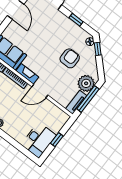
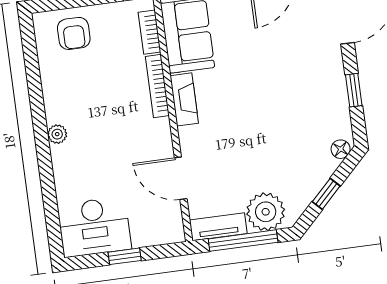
window: (98, 49) -> (326, 194), moved
armchair: (70, 58) -> (280, 144), removed
door: (40, 91) -> (181, 178), moved

